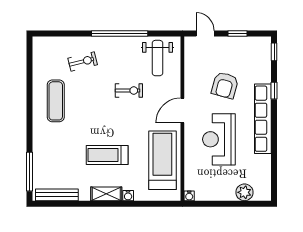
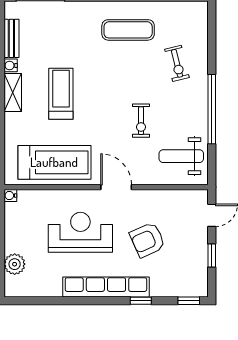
armchair: (225, 85) -> (147, 240), turned -39
bench: (57, 195) -> (11, 38), width x0.73
water cooler: (128, 196) -> (11, 65), moved

